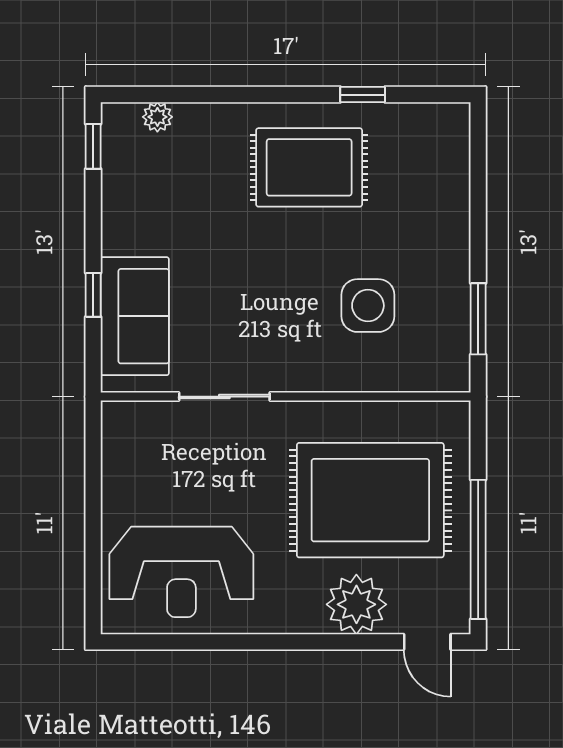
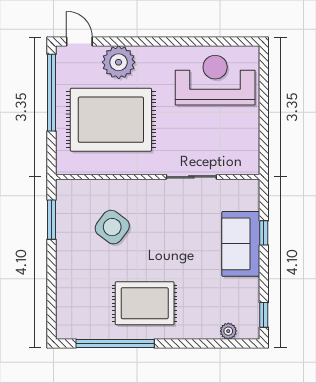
window: (363, 95) -> (115, 343), width x3.17
side table: (368, 306) -> (112, 227), turned 37
sofa: (135, 316) -> (241, 244), moved

